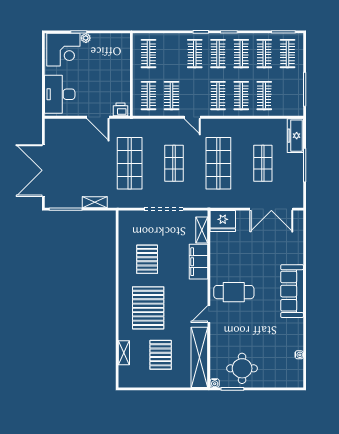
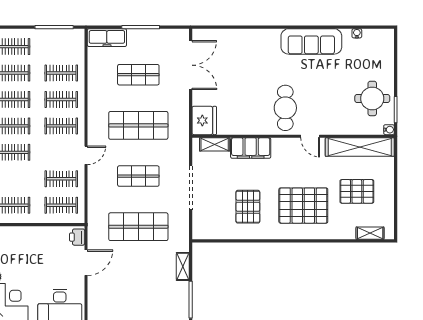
pallet: (147, 259) -> (248, 207), turned 90
sofa: (292, 291) -> (311, 41), moved
shelving: (124, 353) -> (370, 233), moved

